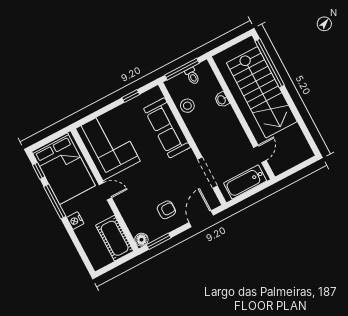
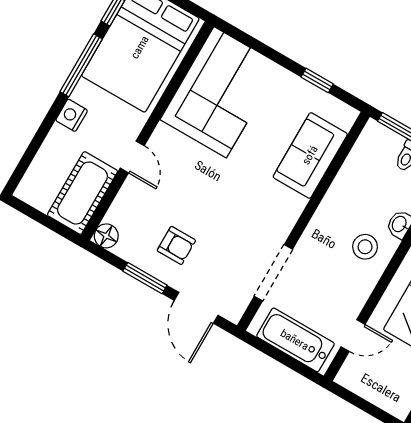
stool: (187, 106) -> (365, 247), moved
sofa: (167, 128) -> (310, 155), width x0.73
door: (105, 191) -> (132, 157), moved
door: (201, 219) -> (196, 308), swing flipped
window: (159, 241) -> (145, 278), moved

